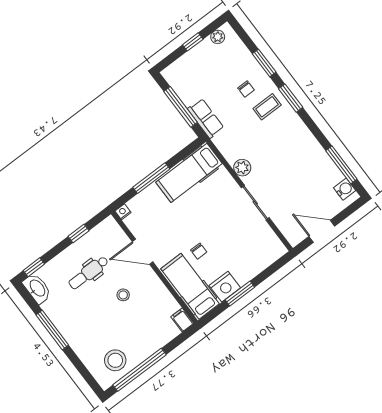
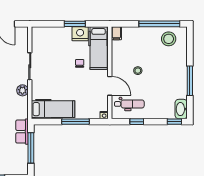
dental chair: (89, 273) -> (129, 104), moved

